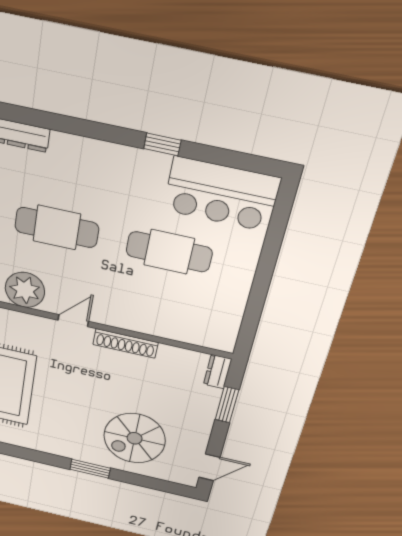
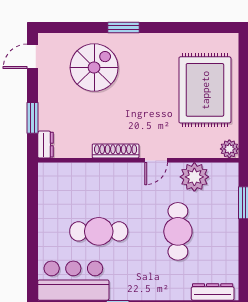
cafe table: (57, 227) -> (178, 231), turned 90

